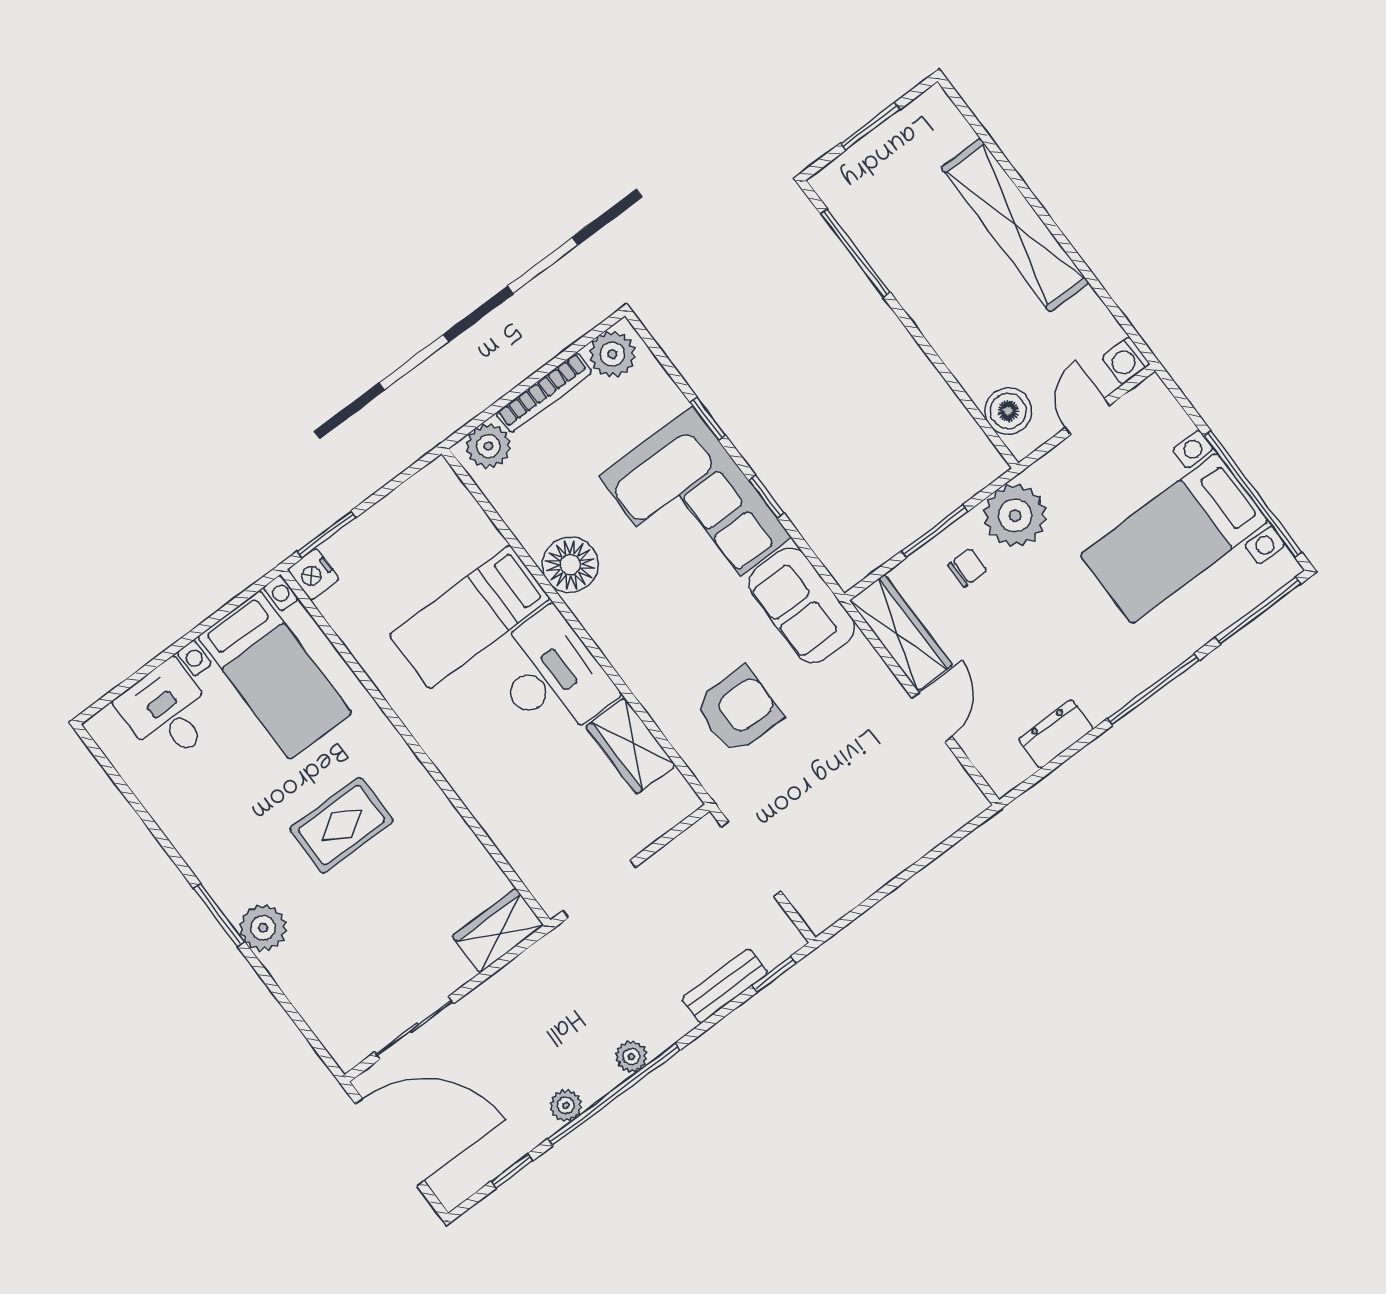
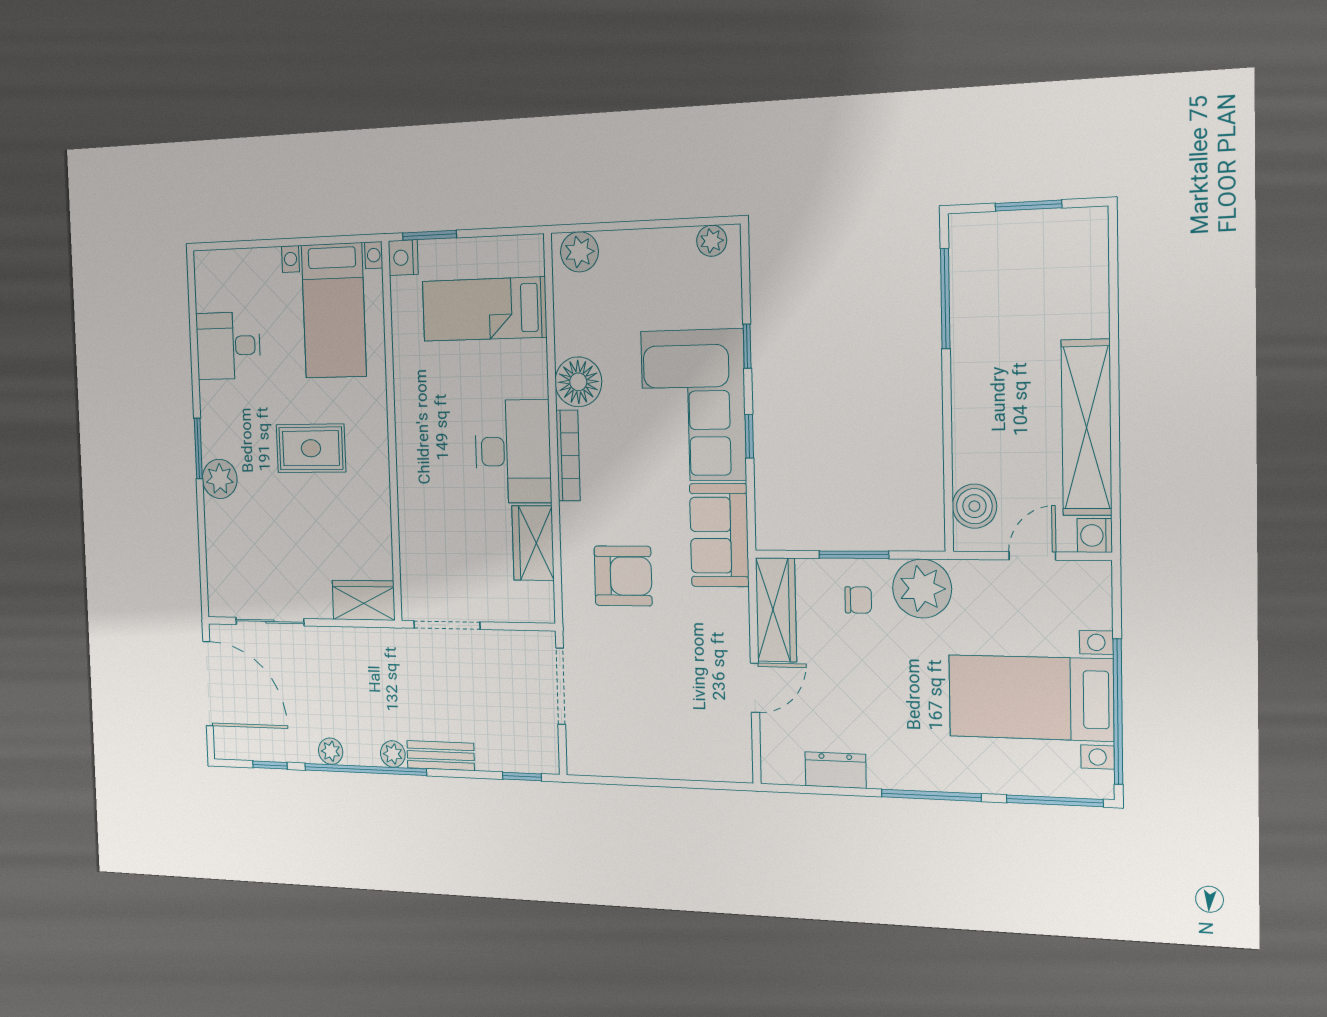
shelving: (1015, 225) -> (1086, 428), moved
plant: (612, 354) -> (712, 241), width x0.73, depth x0.73
bookcase: (544, 393) -> (568, 456), moved, turned -90
bed: (470, 617) -> (484, 309), moved
desk: (168, 712) -> (228, 346), moved, turned -90
bench: (725, 986) -> (441, 756), moved

